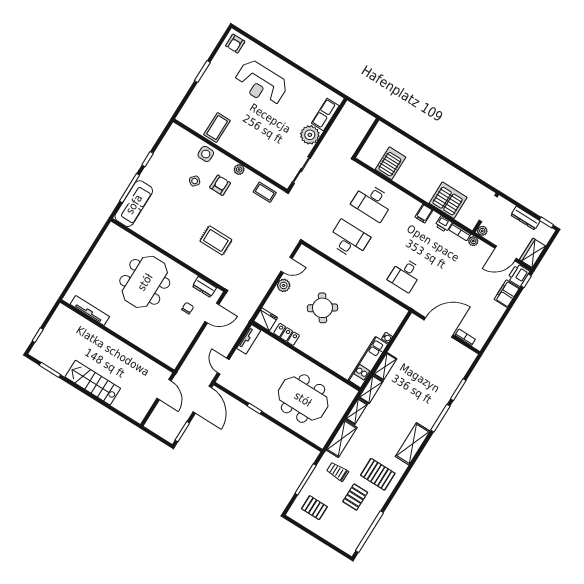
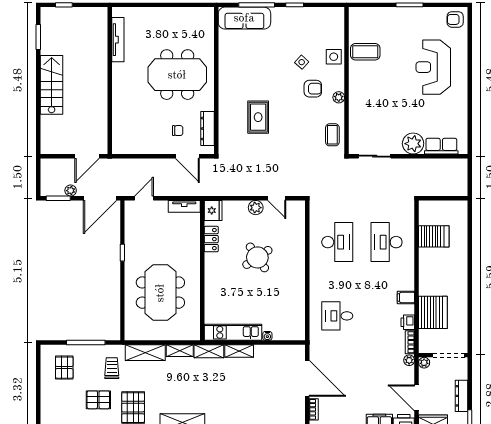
dresser: (204, 287) -> (207, 129), width x1.44
plant: (182, 418) -> (71, 191), added

